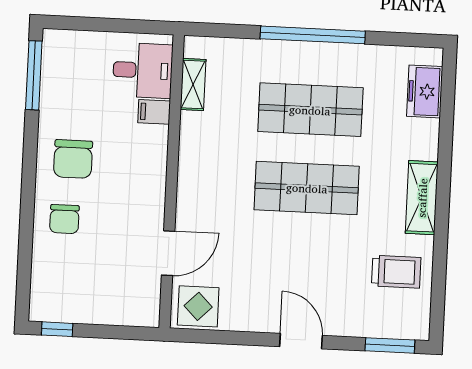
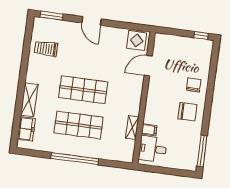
shelving: (193, 84) -> (132, 128), moved
chair: (73, 159) -> (188, 112), turned 90
shelving: (422, 198) -> (29, 100), moved

